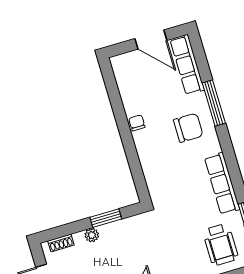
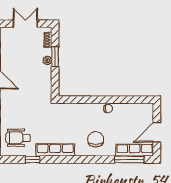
window: (214, 103) -> (129, 160), moved
chair: (188, 128) -> (96, 139), turned 180
window: (106, 218) -> (55, 57), moved

